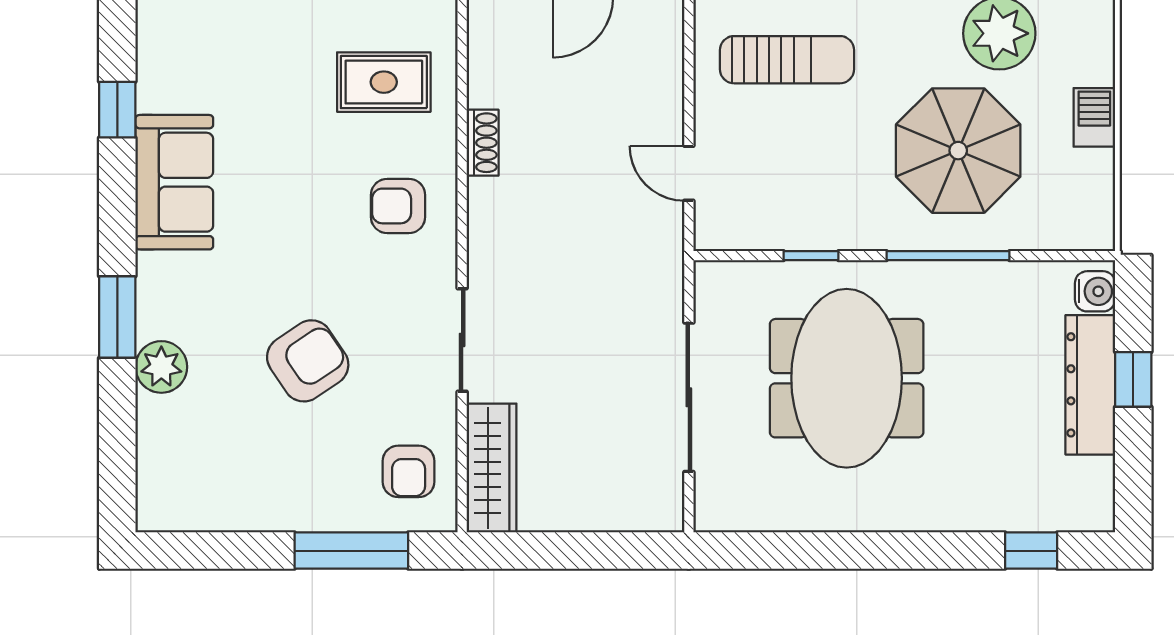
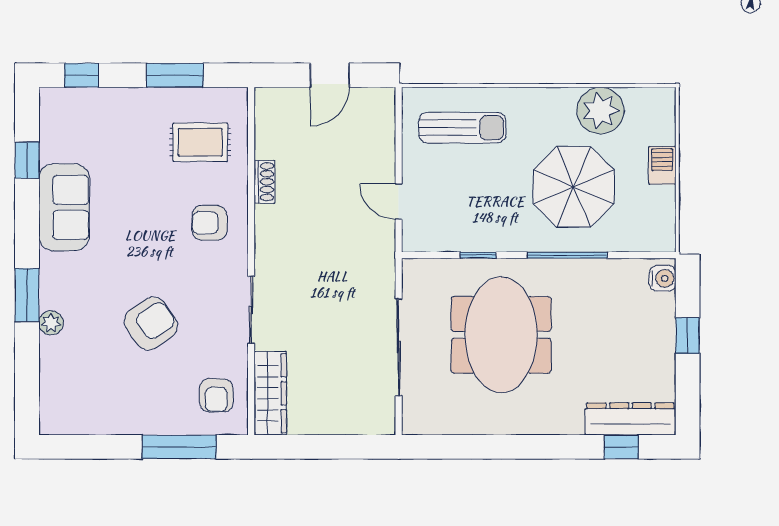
plant: (161, 367) -> (51, 323), width x0.73, depth x0.73
dresser: (1090, 385) -> (630, 419), moved, turned 90

